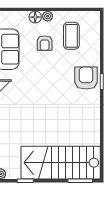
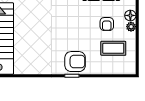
armchair: (45, 43) -> (107, 24), turned -90

